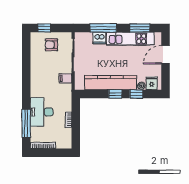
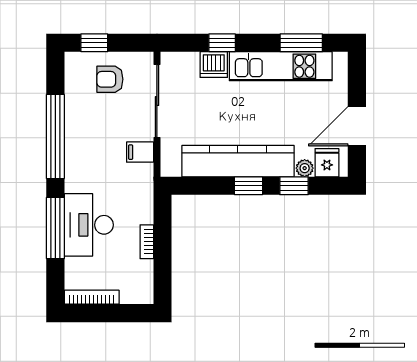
window: (103, 28) -> (222, 43), width x0.46
door: (166, 55) -> (357, 126), moved
window: (26, 71) -> (55, 136), added
window: (26, 123) -> (55, 228), moved

